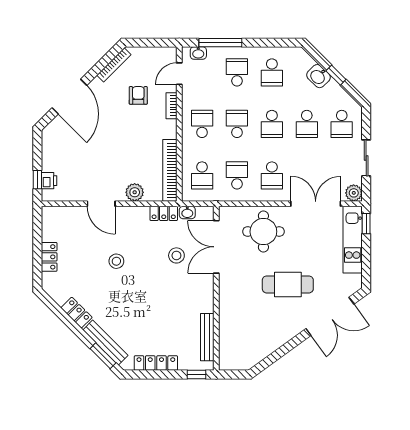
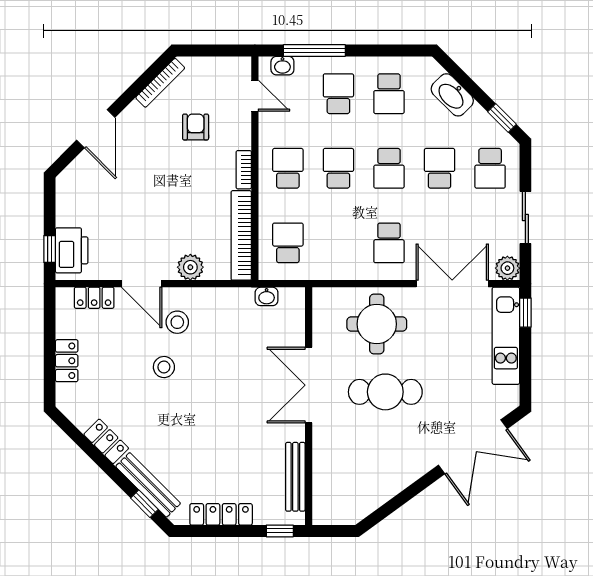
door: (179, 74) -> (255, 96), swing flipped
window: (336, 75) -> (502, 118), moved
washbasin: (318, 76) -> (452, 95), width x1.38
door: (69, 97) -> (96, 129), width x0.73
bookcase: (172, 106) -> (244, 170), moved
school desk: (307, 124) -> (440, 168), turned 180
school desk: (202, 175) -> (288, 243), turned 180
school desk: (237, 175) -> (338, 243), removed
printer: (49, 181) -> (72, 250), width x1.87, depth x1.48
locker: (164, 213) -> (94, 298), moved
double door: (216, 247) -> (309, 385), moved
stool: (176, 255) -> (177, 322), moved
cafe table: (288, 284) -> (385, 392), moved
window: (103, 356) -> (144, 504), width x0.67

